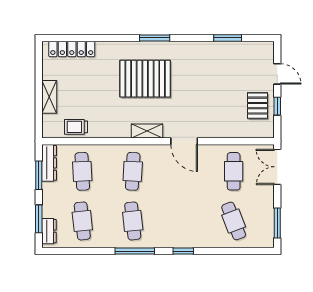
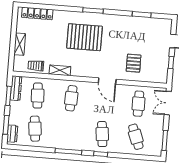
pallet: (258, 106) -> (134, 63), moved
shelving: (147, 131) -> (60, 70), moved
cafe table: (133, 221) -> (102, 134), moved

